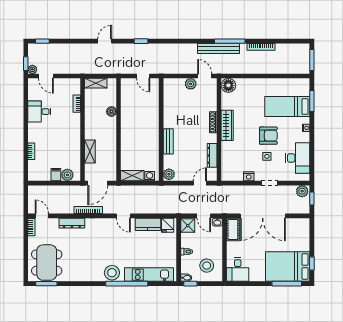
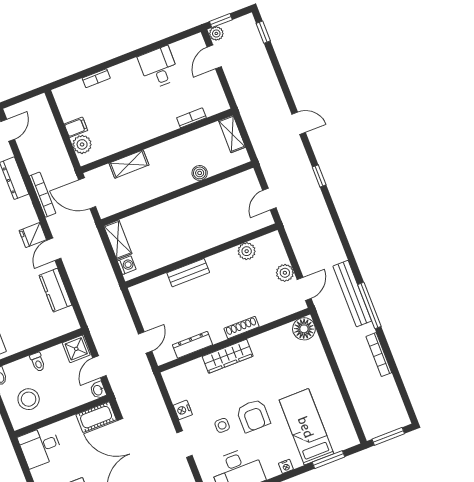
wardrobe: (227, 125) -> (228, 356), moved
plant: (169, 174) -> (247, 251), moved
door: (200, 183) -> (145, 343), hinge flipped
fridge: (168, 225) -> (33, 235), moved

